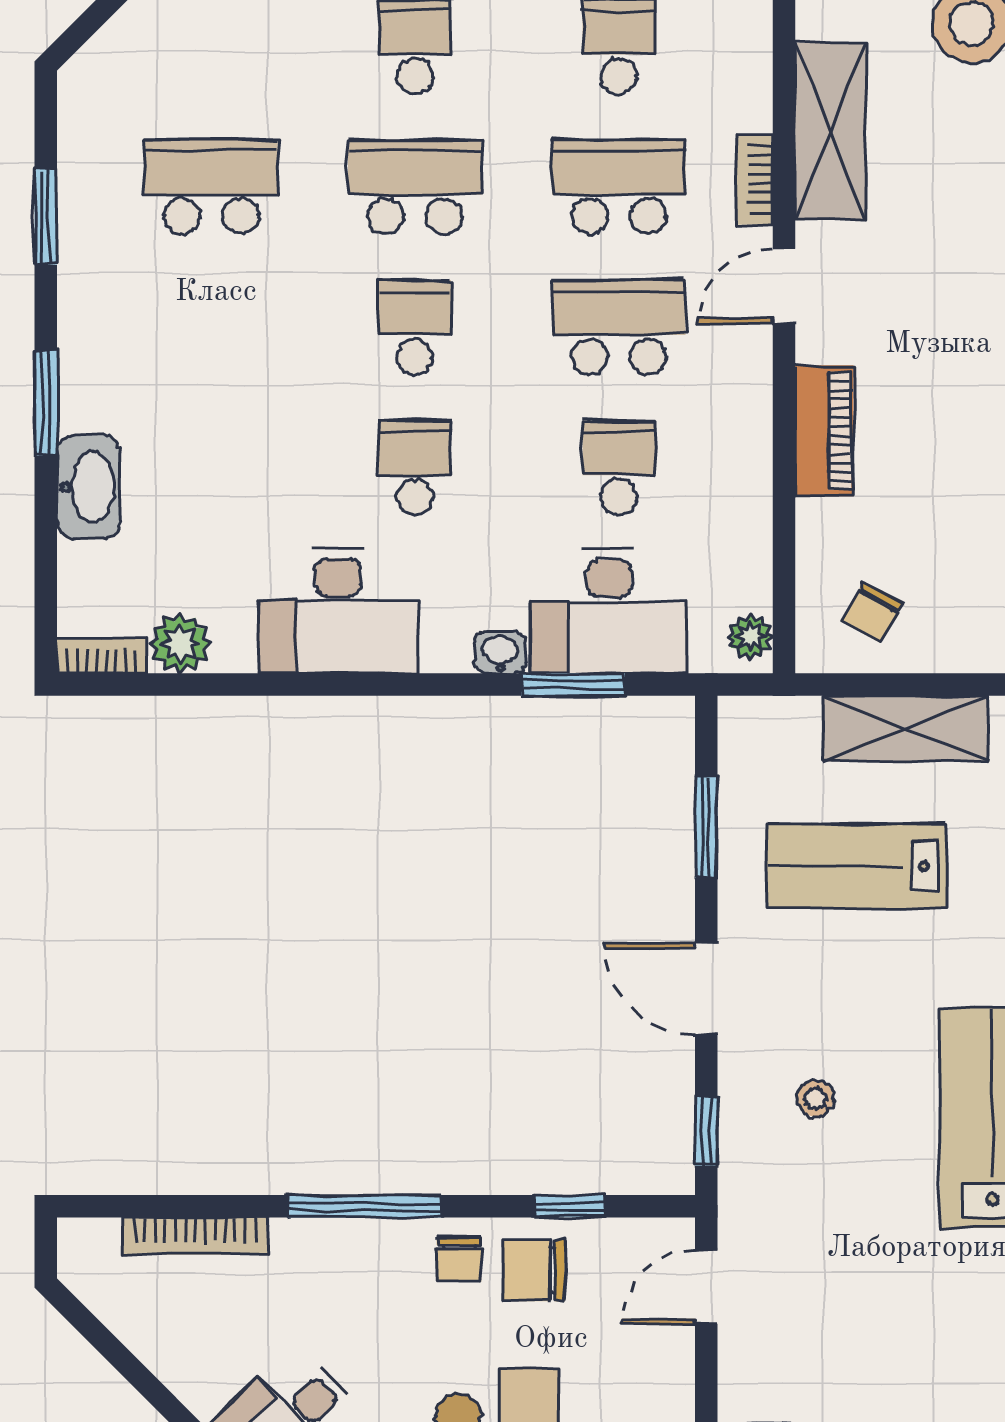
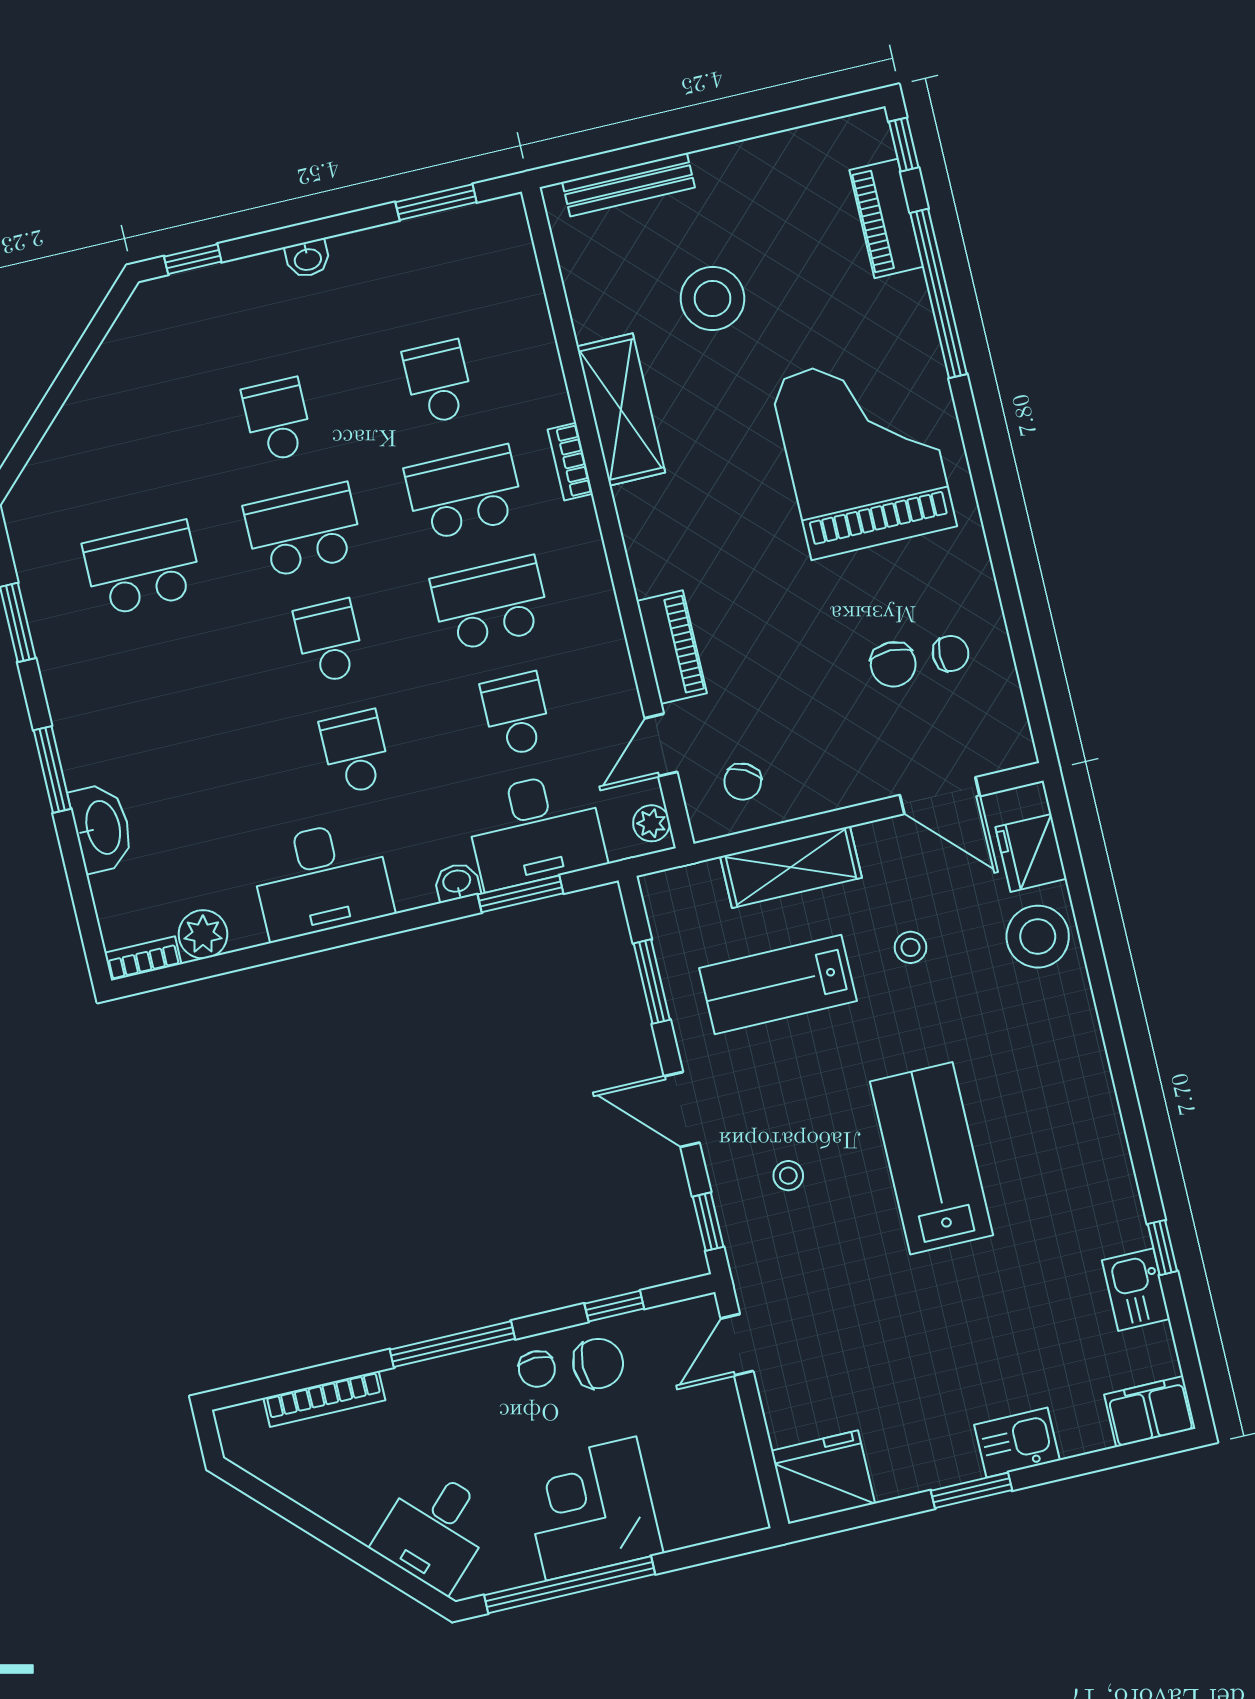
door: (784, 286) -> (661, 745), moved
chair: (534, 1271) -> (598, 1364), turned 180

